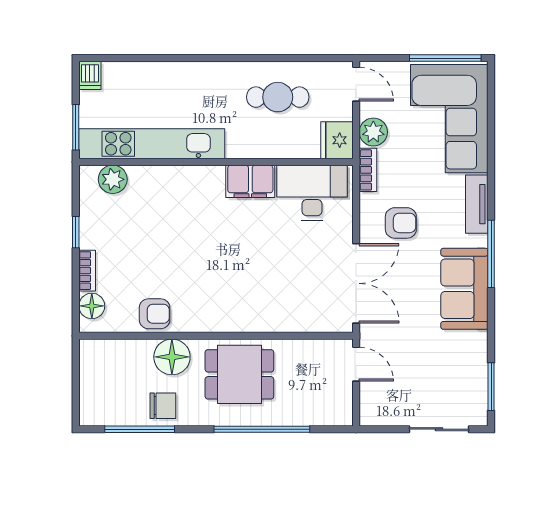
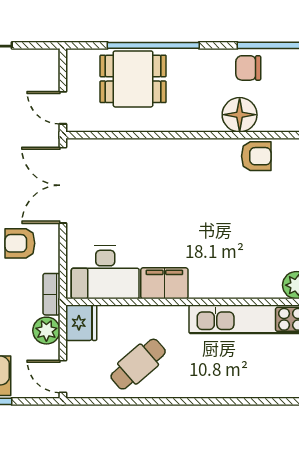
cafe table: (278, 97) -> (138, 364), turned -41
armchair: (155, 314) -> (256, 156), turned 180
dining table: (239, 374) -> (133, 79), moved

